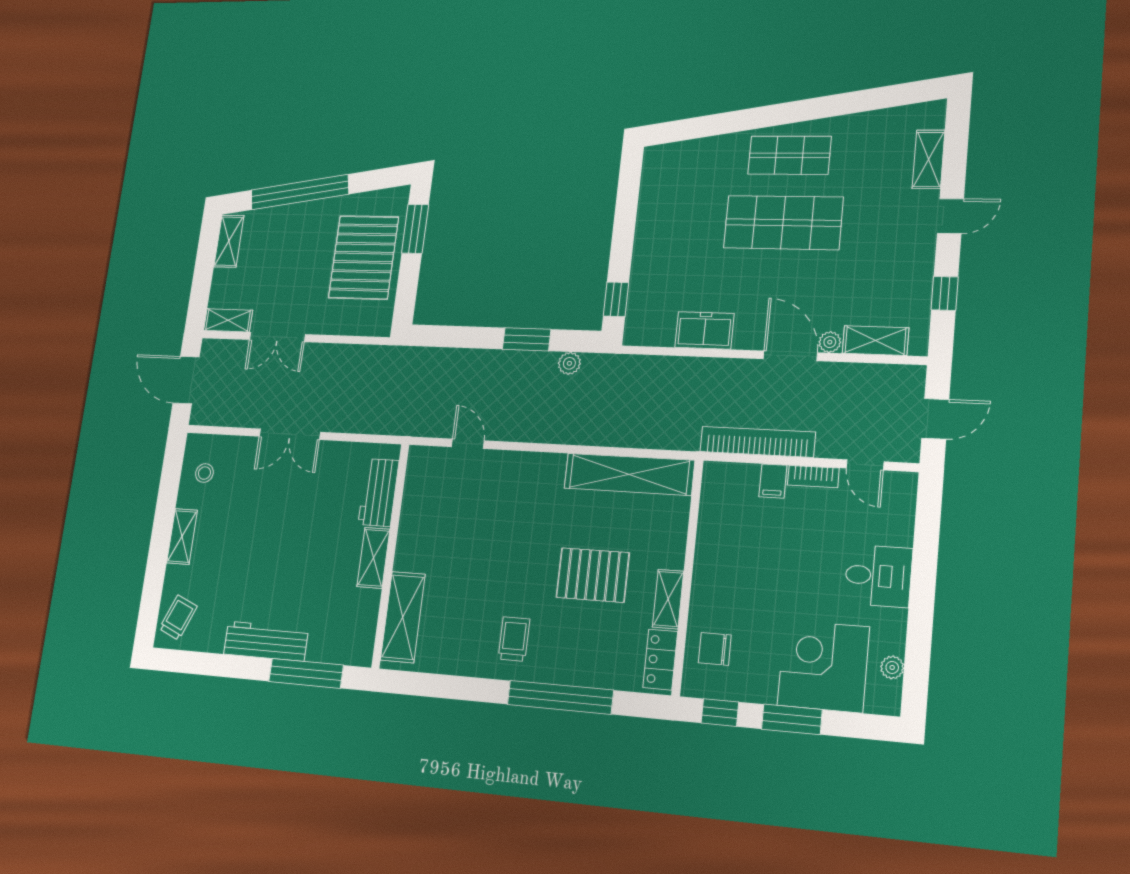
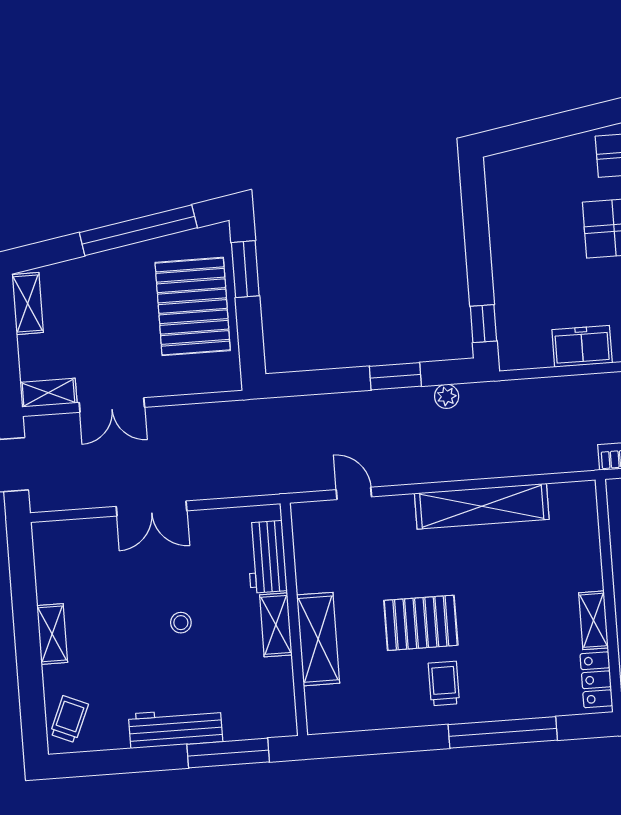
window: (300, 192) -> (138, 230), moved
stool: (204, 473) -> (181, 623), moved
shelving: (629, 474) -> (482, 506), moved
pallet: (593, 575) -> (421, 623), moved
shelving: (403, 617) -> (318, 639), moved

